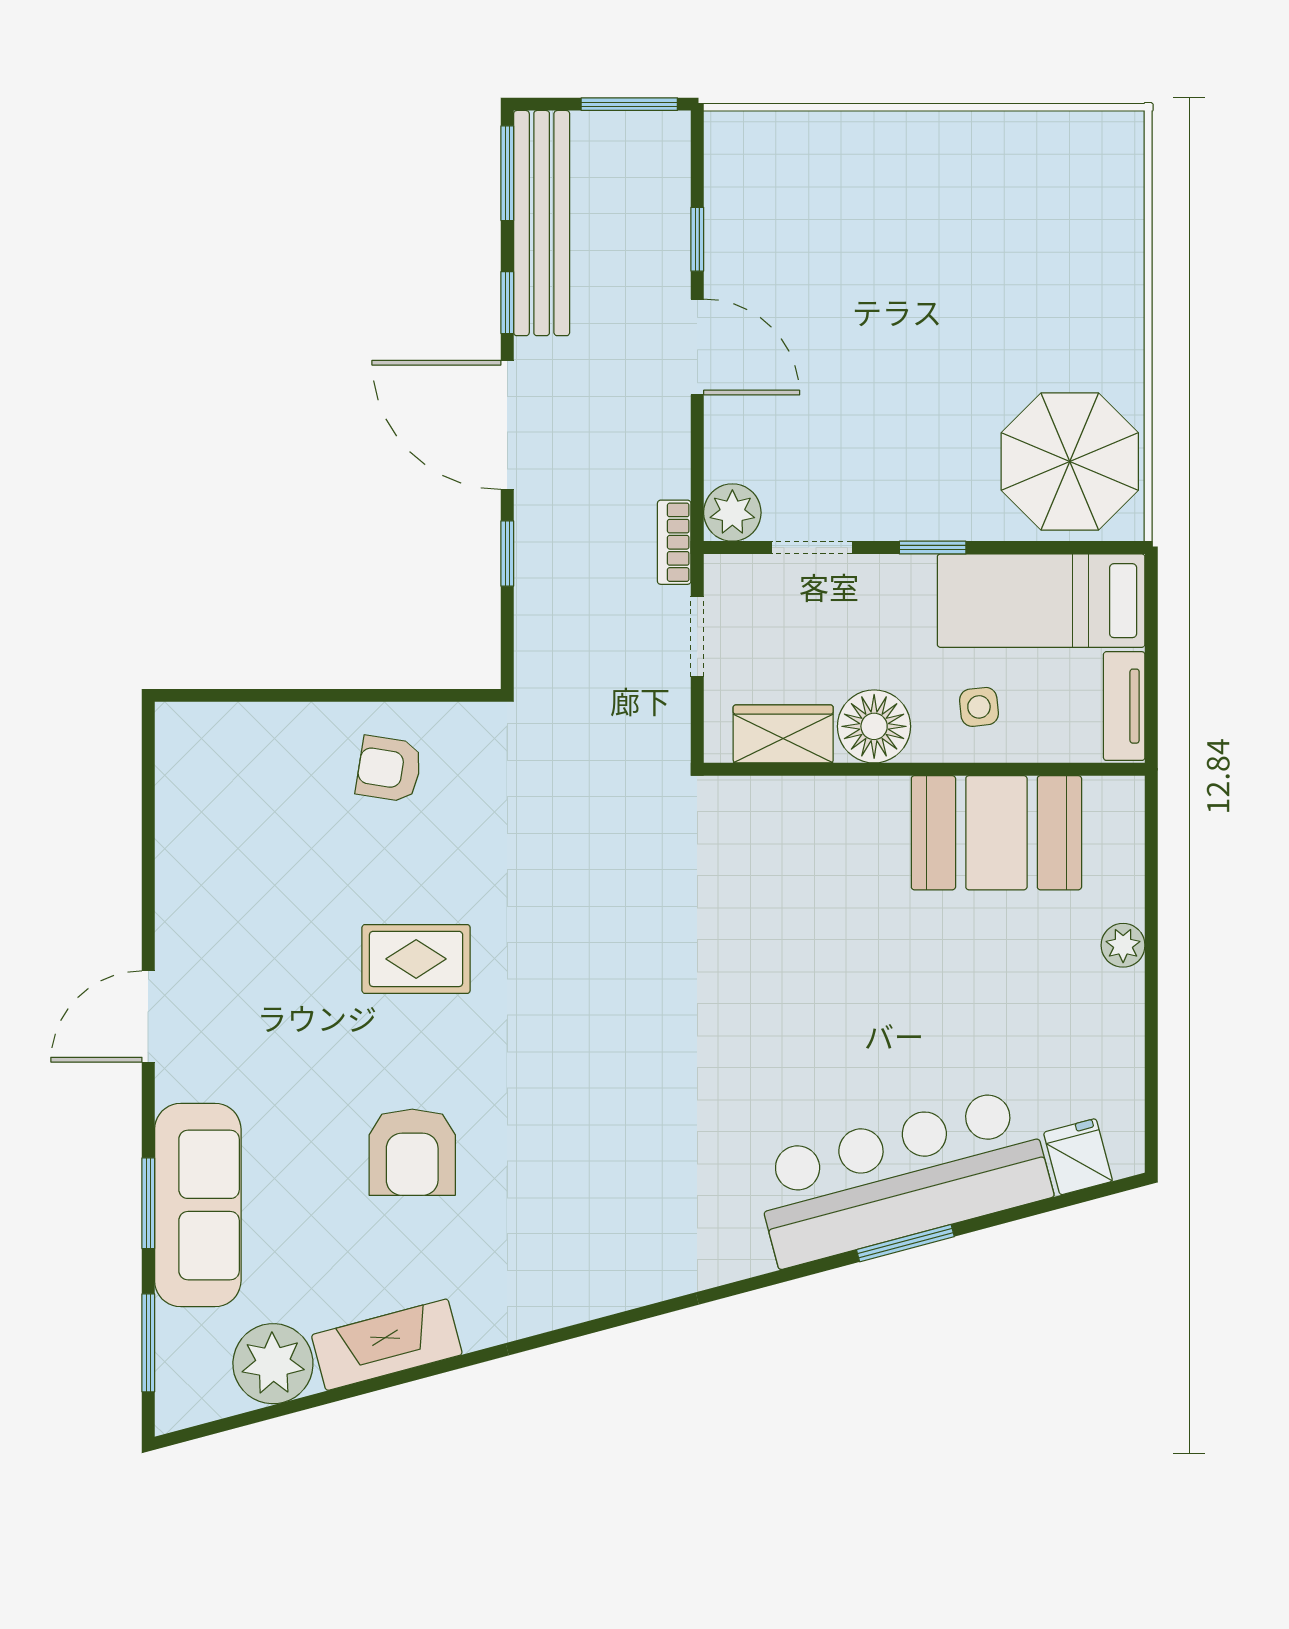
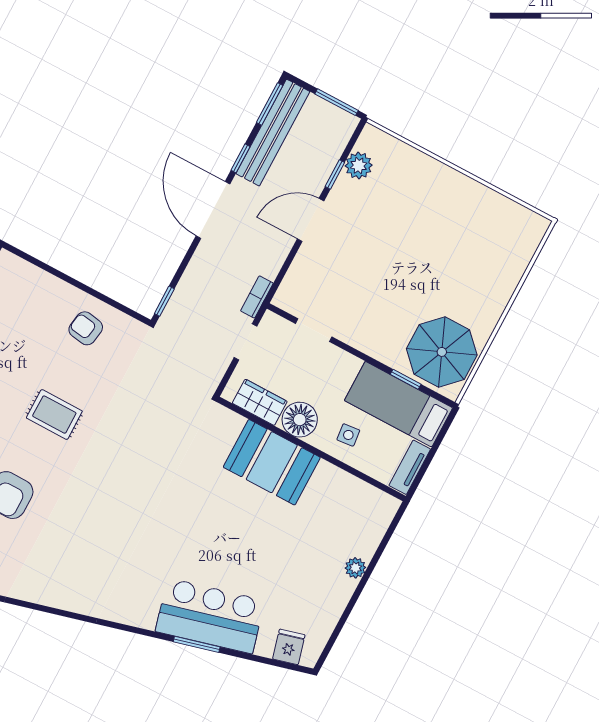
door: (697, 347) -> (311, 220), swing flipped
plant: (732, 513) -> (359, 166), moved
window: (933, 548) -> (406, 379), moved
window: (507, 554) -> (164, 301), moved
booth: (996, 833) -> (272, 462), moved
bar counter: (902, 1177) -> (210, 616), width x0.73

